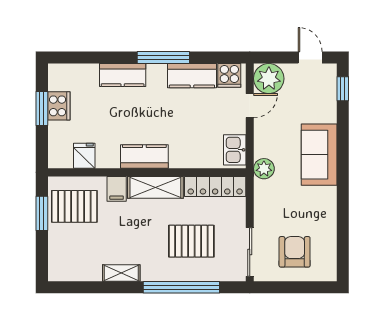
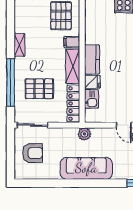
kitchen sink: (235, 150) -> (91, 99), moved, turned 90
sofa: (319, 155) -> (86, 168), width x1.36
fridge: (84, 156) -> (92, 82), moved
pallet: (191, 241) -> (39, 89), turned 90

